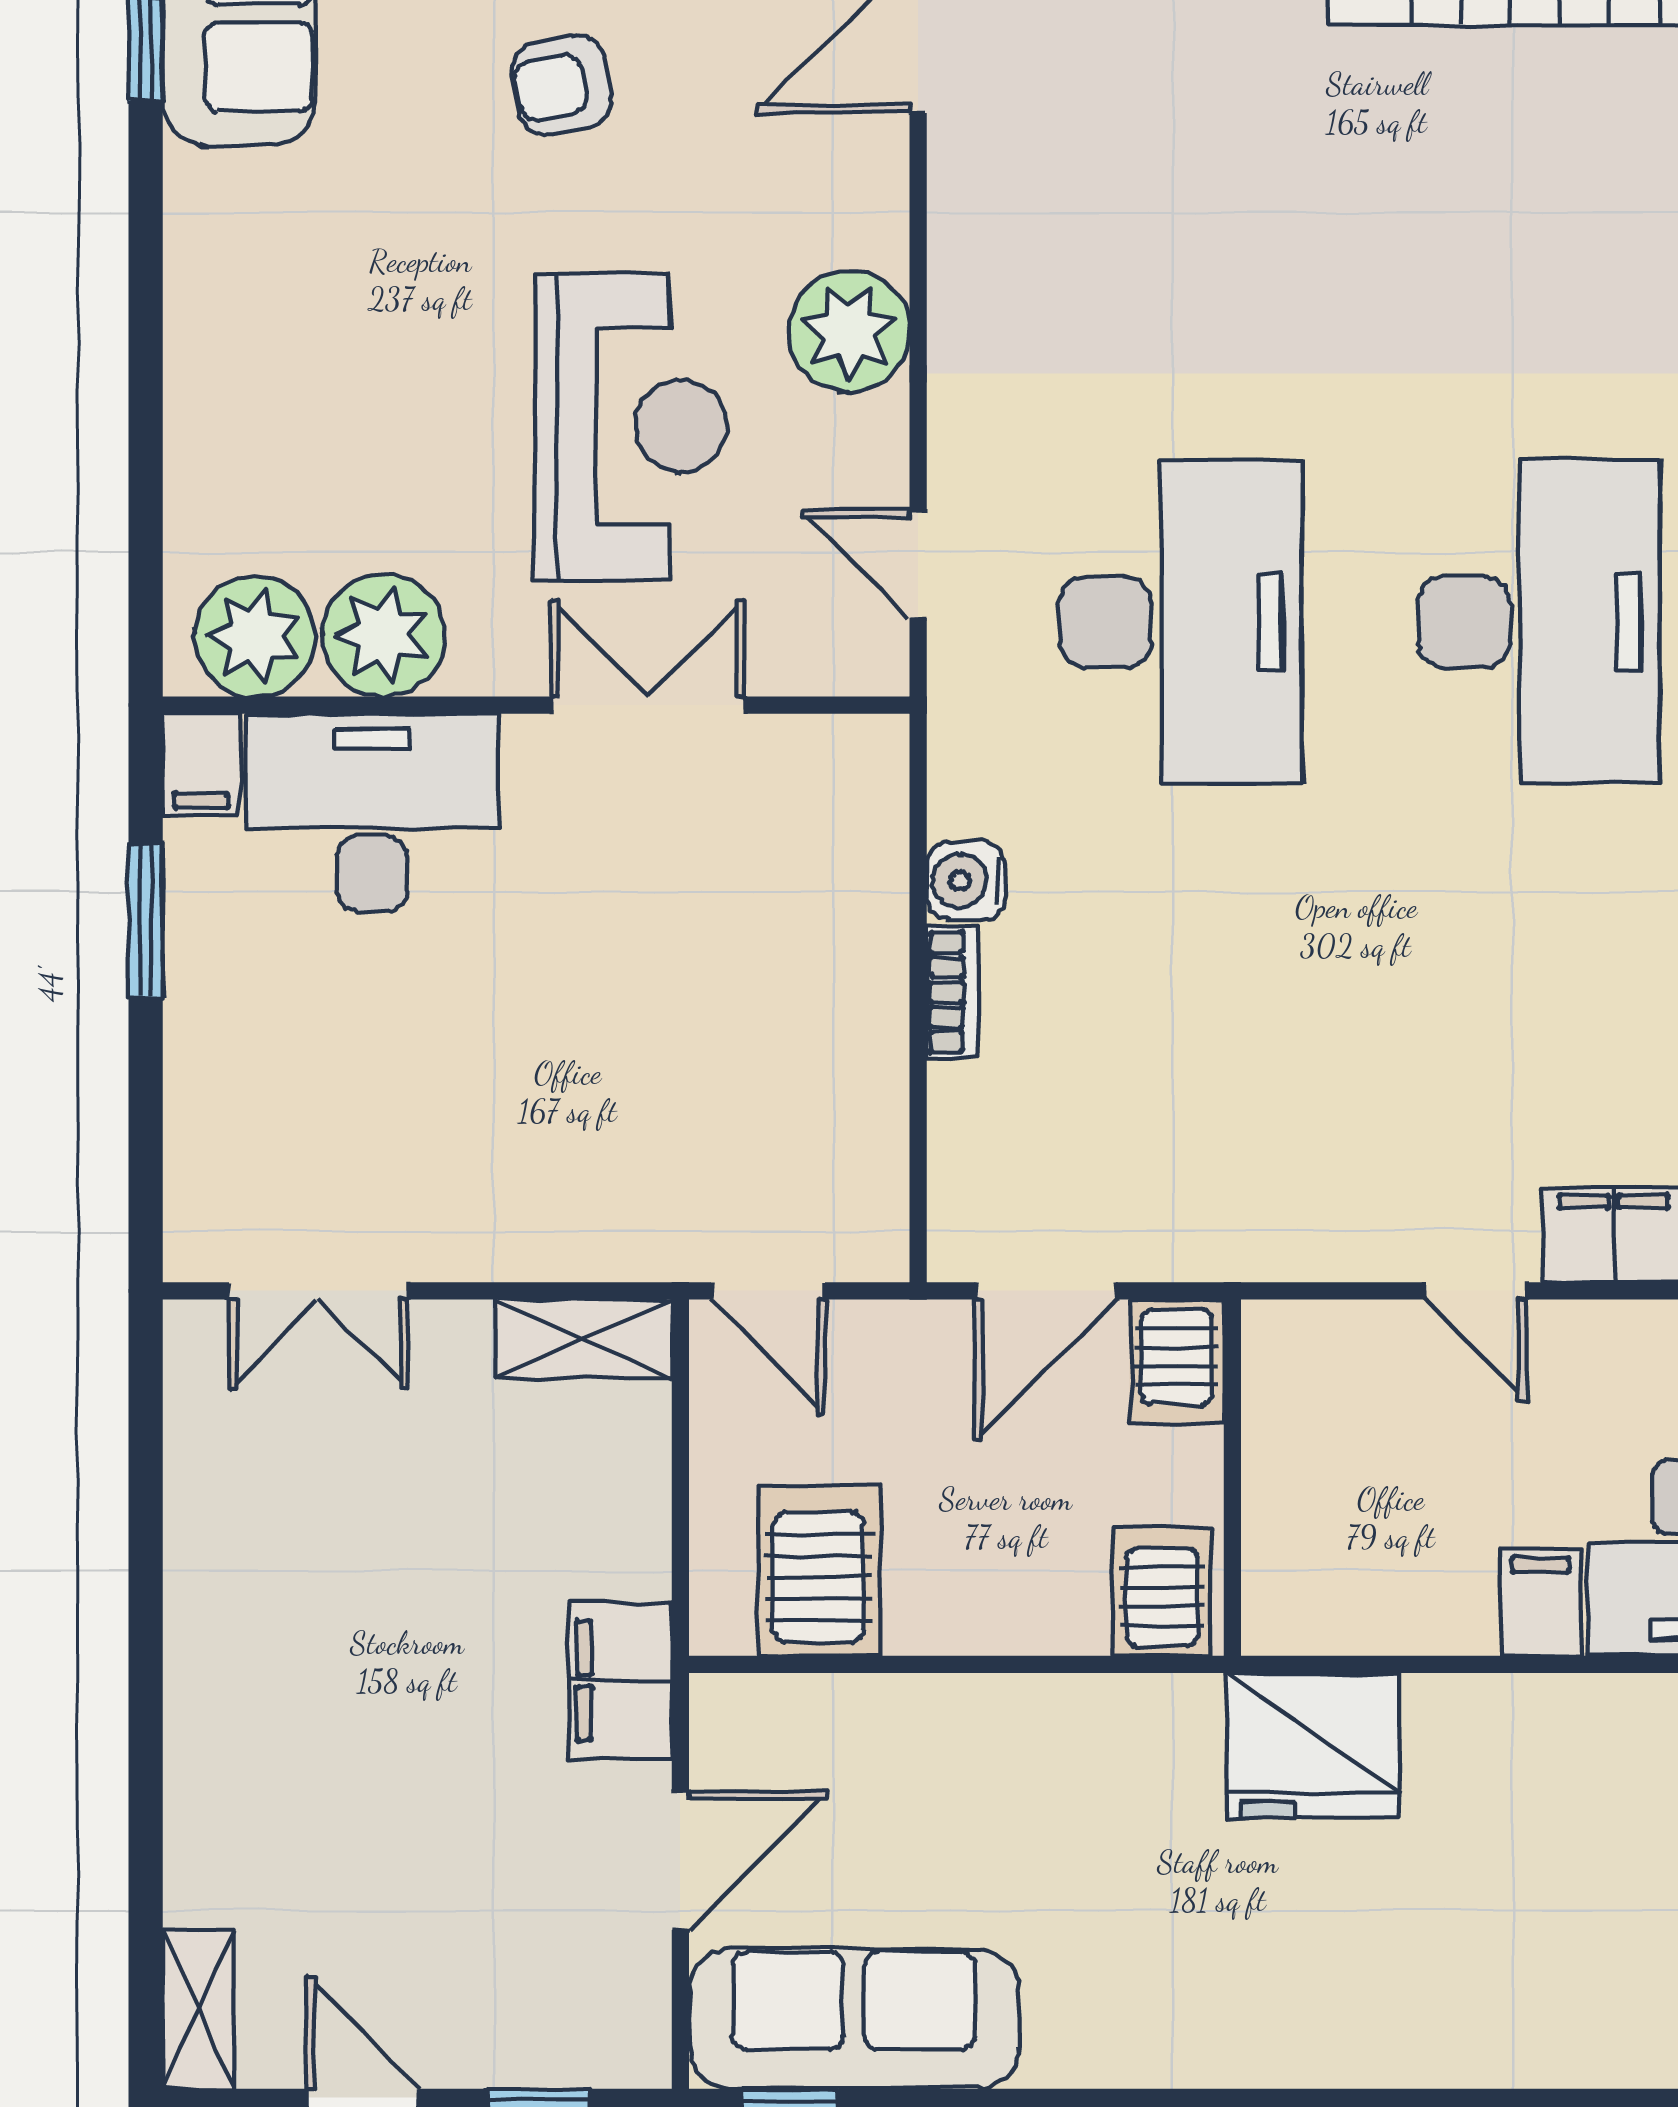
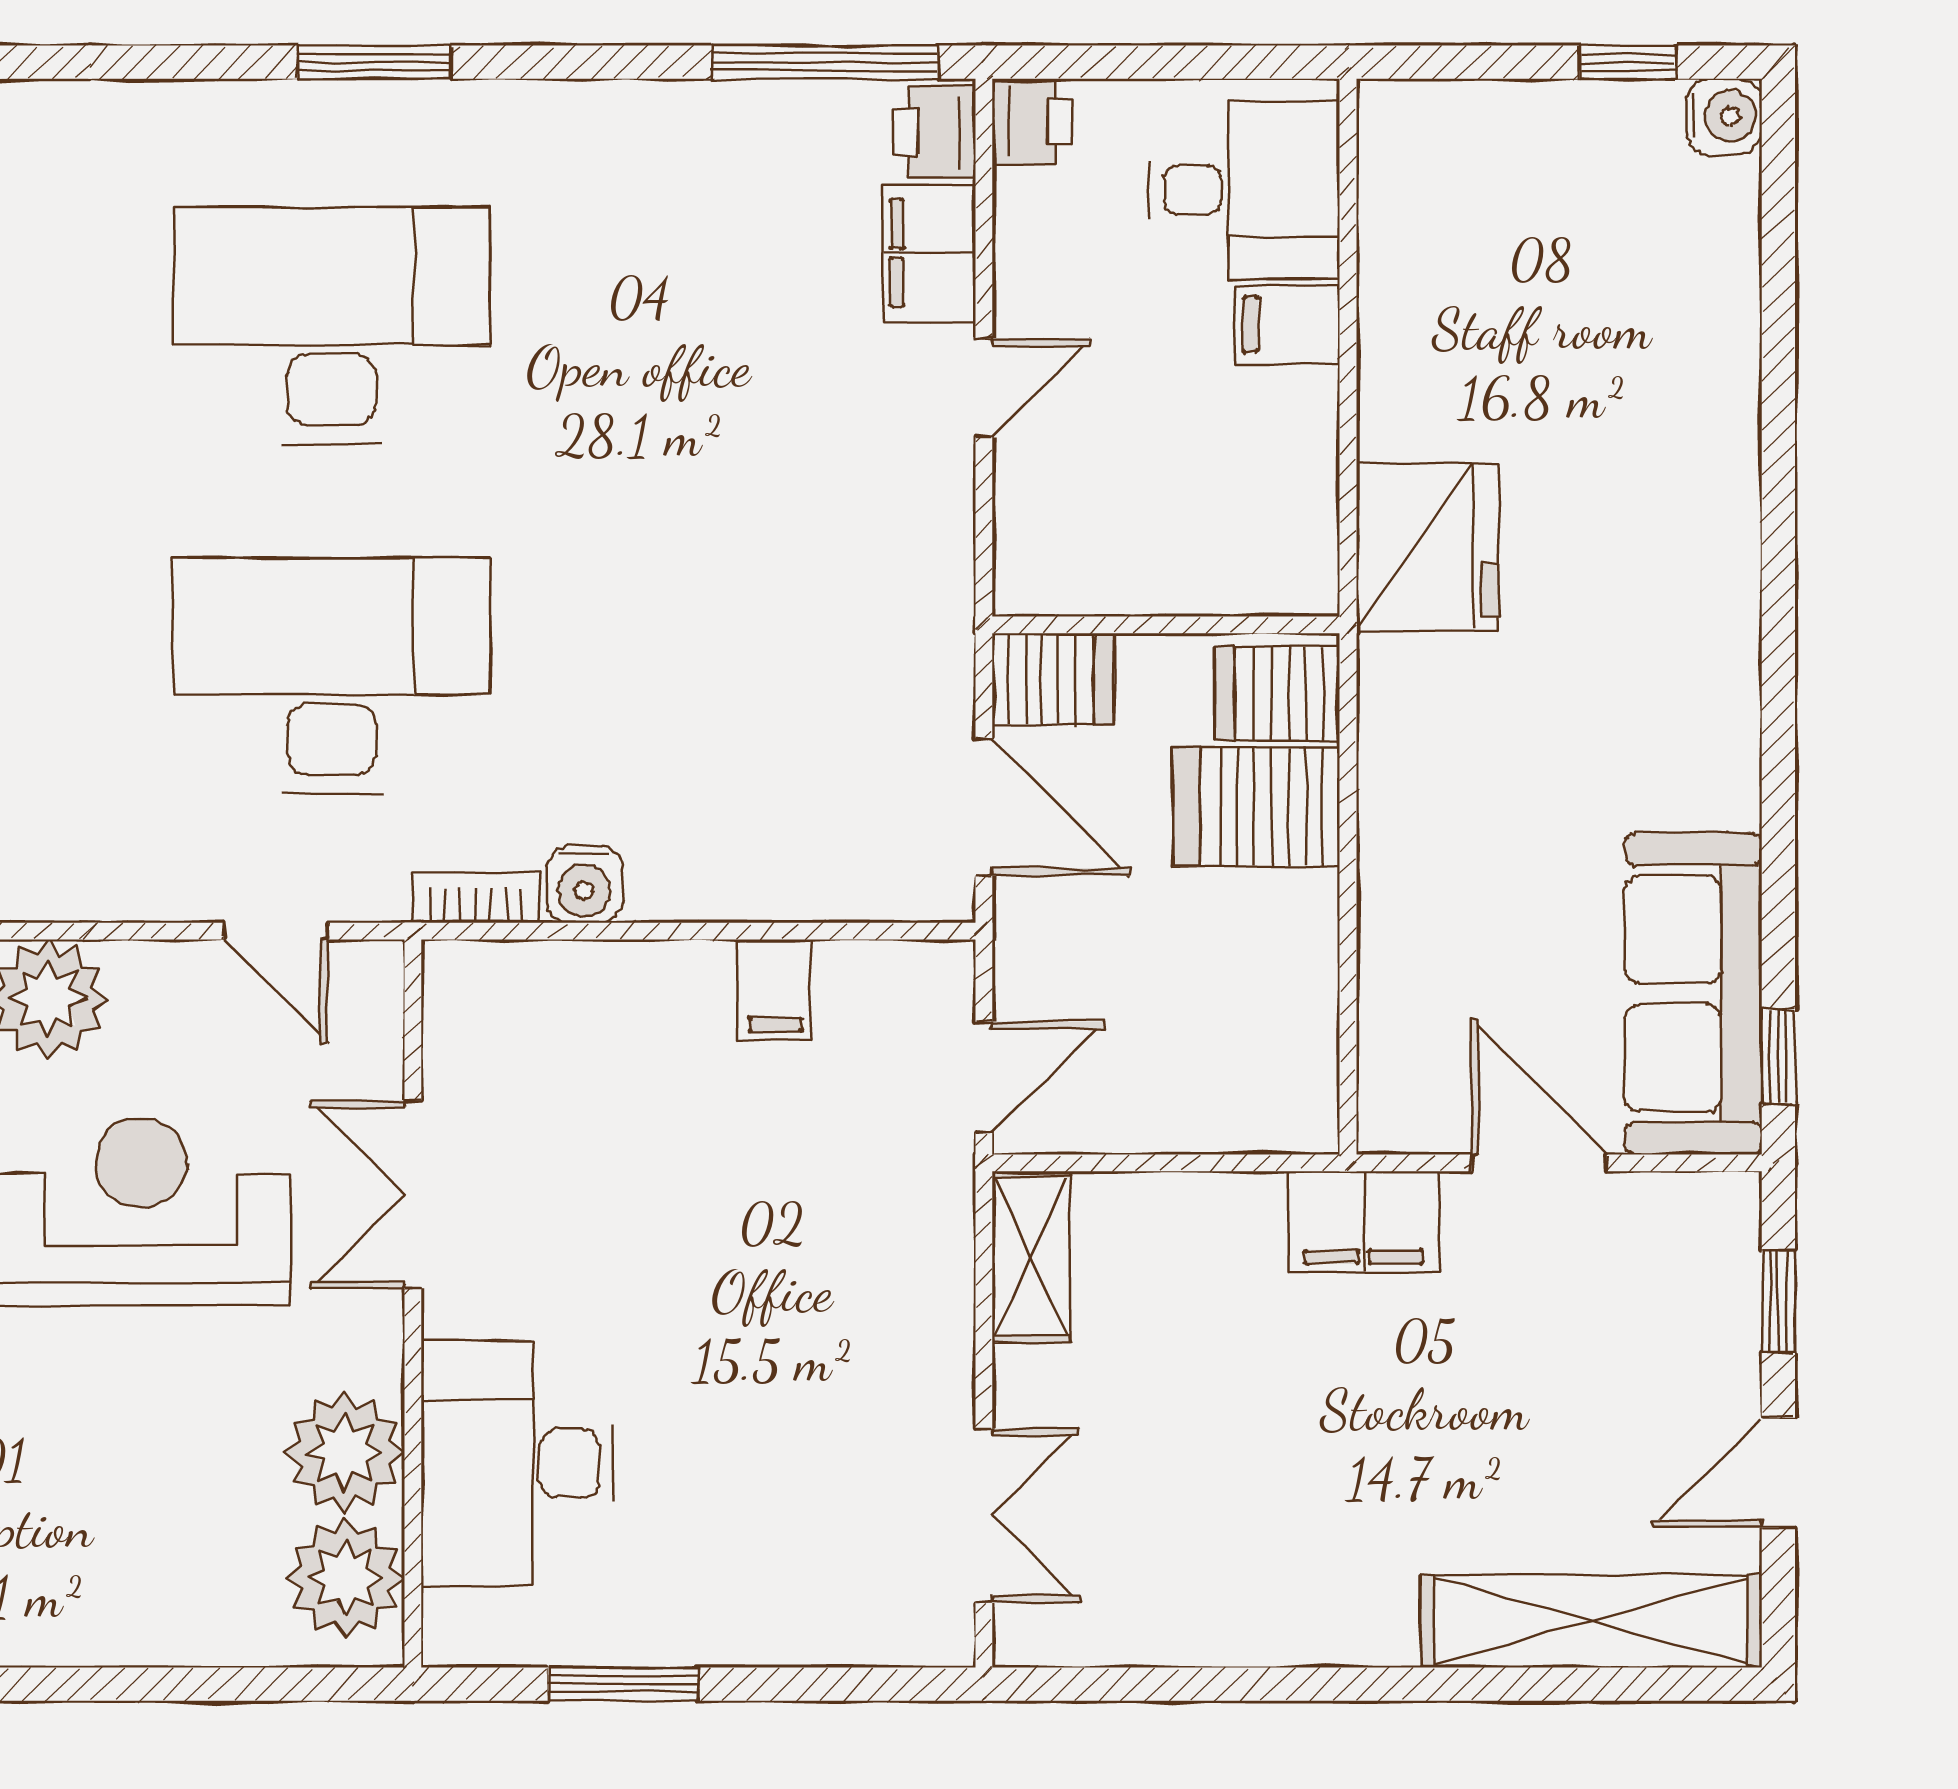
door: (918, 564) -> (275, 931), hinge flipped
filing cabinet: (201, 765) -> (775, 989), moved, turned 90
bookcase: (953, 992) -> (476, 897), moved
server rack: (819, 1570) -> (1256, 807), moved
shelving: (198, 2009) -> (1591, 1621), width x2.20, depth x1.33

